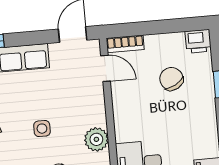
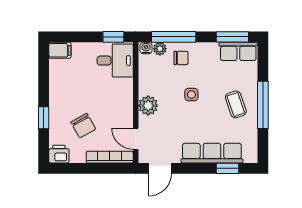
bookcase: (125, 44) -> (110, 157), width x1.56
plant: (96, 139) -> (148, 106), moved

